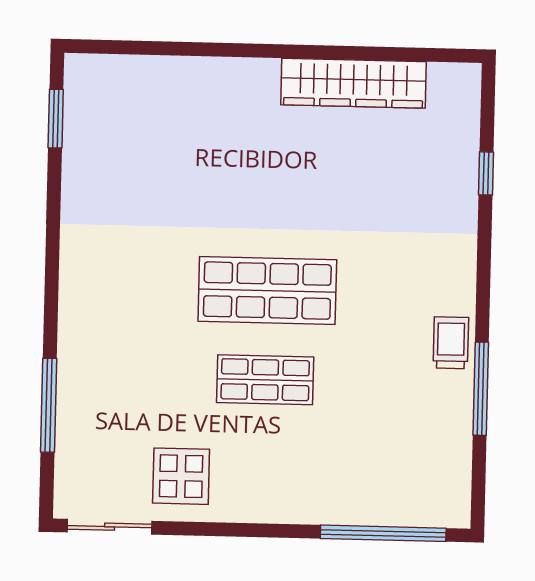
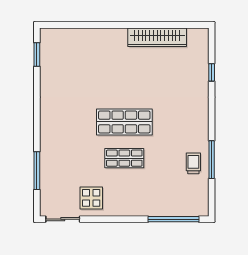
trolley: (451, 343) -> (193, 163), moved

